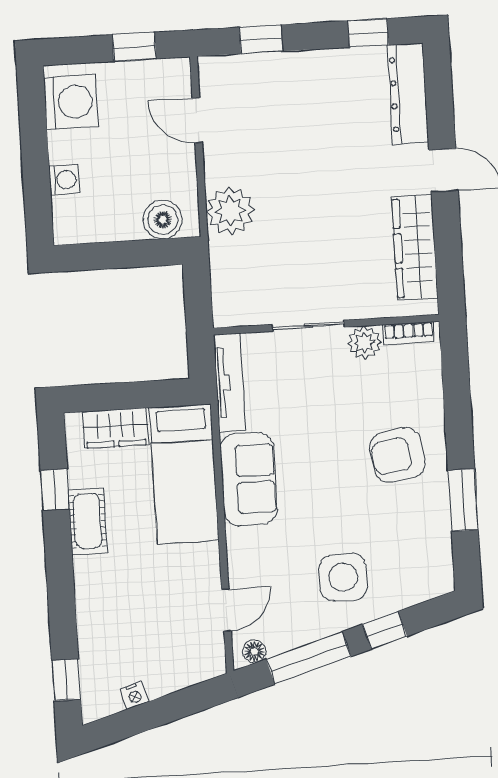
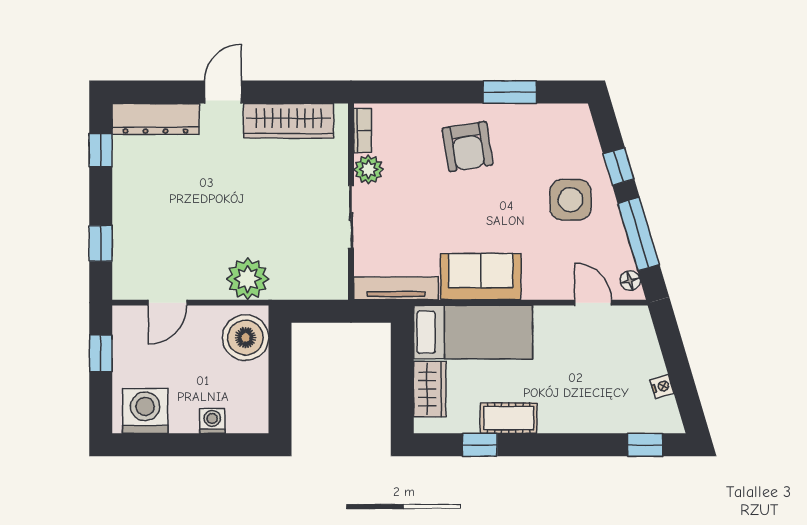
boiler: (163, 220) -> (245, 338), width x1.37, depth x1.37

